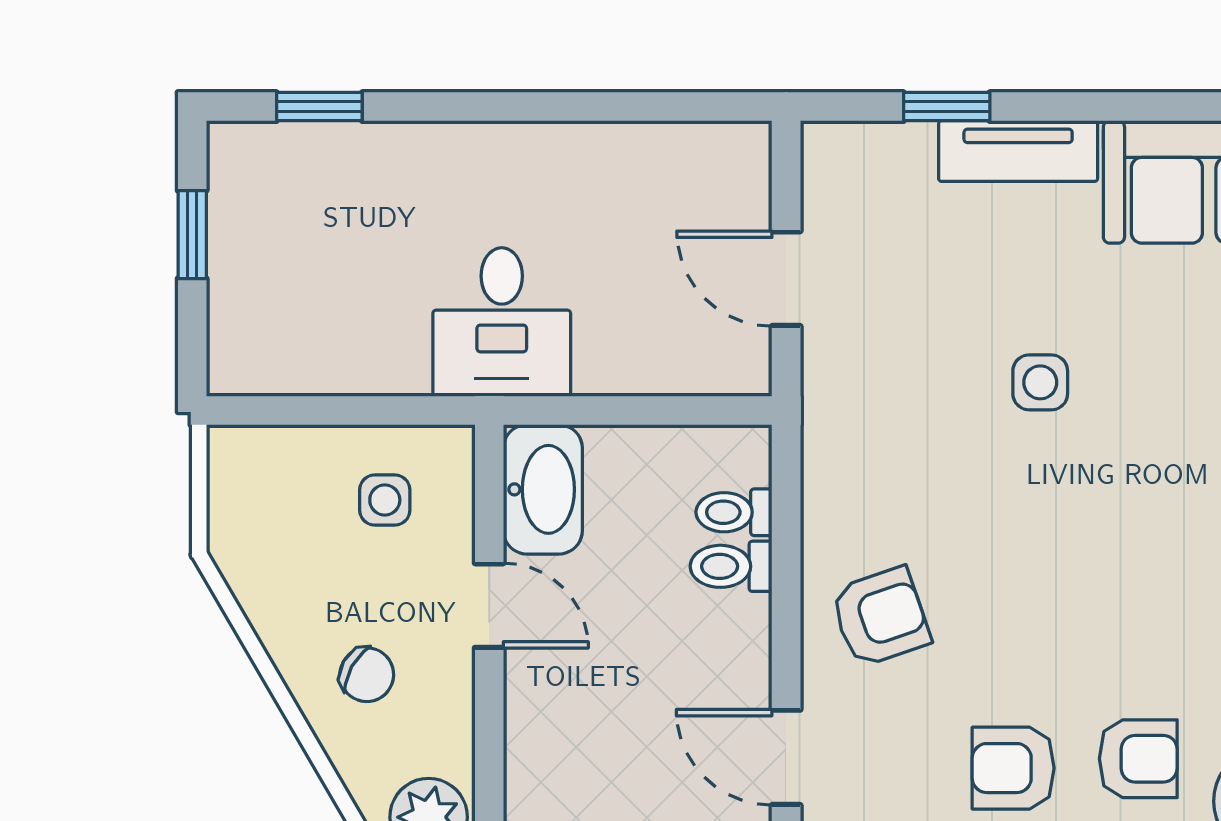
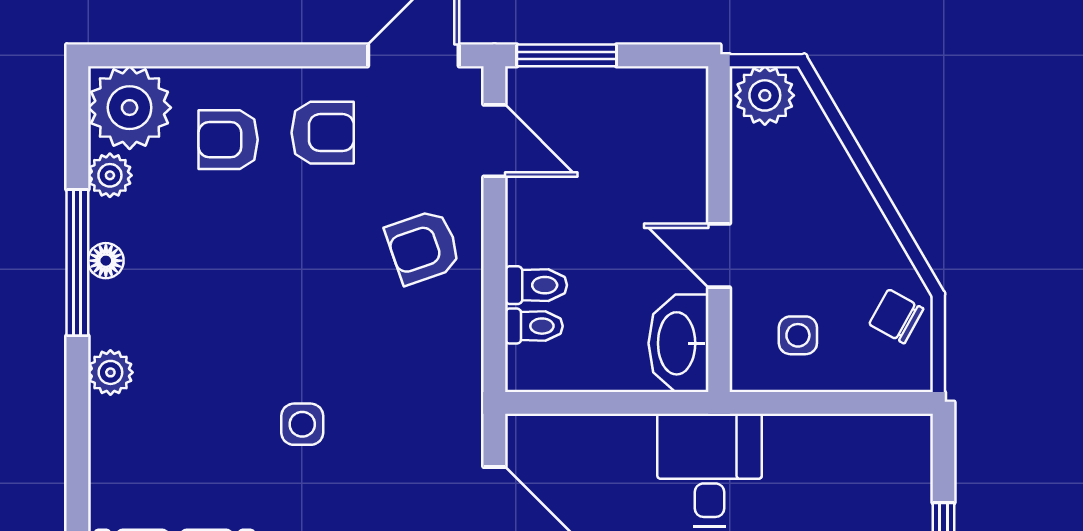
chair: (367, 675) -> (896, 316), moved

